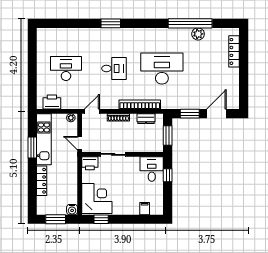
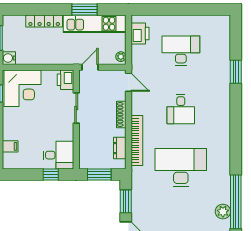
window: (111, 23) -> (236, 72), moved
desk: (66, 68) -> (181, 51), turned -90
desk: (162, 68) -> (181, 167), turned -90

